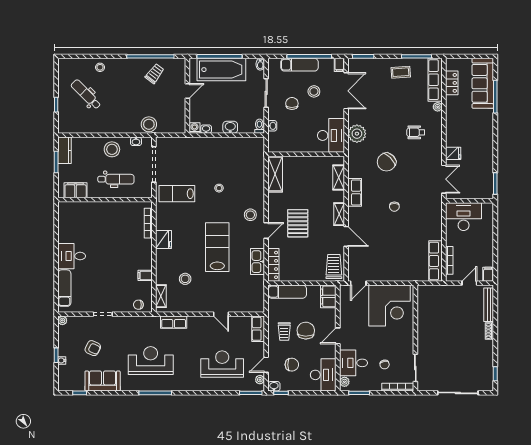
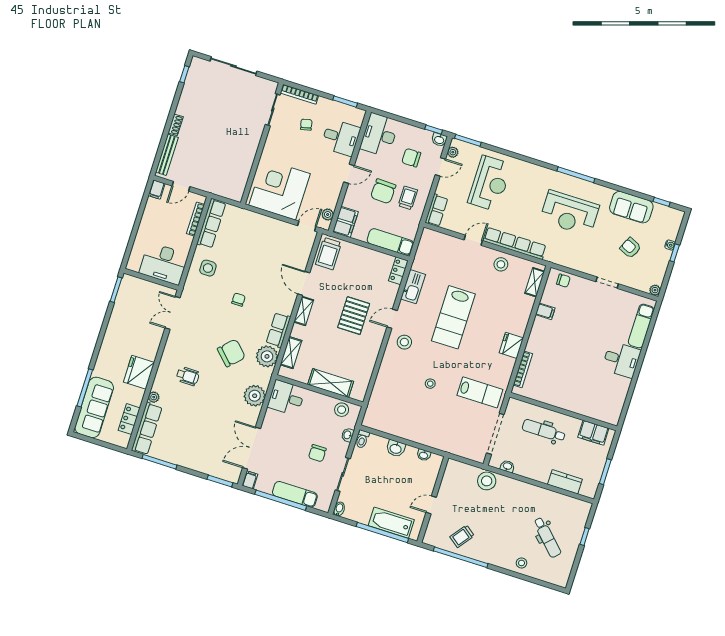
bathtub: (221, 70) -> (391, 523), width x0.73, depth x0.73
coffee table: (401, 72) -> (183, 450), removed
stool: (314, 91) -> (342, 410), moved
washing machine: (194, 128) -> (436, 460), removed
desk: (331, 135) -> (286, 398), width x0.73
stool: (112, 149) -> (537, 466), removed
kitchen counter: (65, 150) -> (565, 482), moved, turned 90
fridge: (453, 153) -> (139, 372), moved, width x1.88, depth x1.34
plant: (357, 168) -> (267, 356), added
shelving: (275, 174) -> (331, 383), moved, turned 90
side table: (427, 224) -> (208, 268), added
locker: (273, 265) -> (398, 271), width x0.66
stool: (185, 279) -> (501, 264), moved
door: (221, 314) -> (473, 240), hinge flipped
row of seats: (174, 322) -> (515, 243), width x2.02
reception desk: (222, 364) -> (490, 183), turned -90
plant: (344, 382) -> (328, 215), moved

